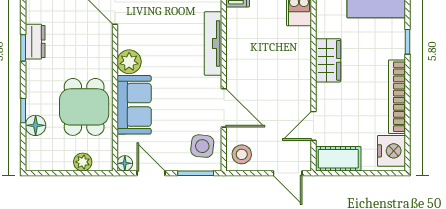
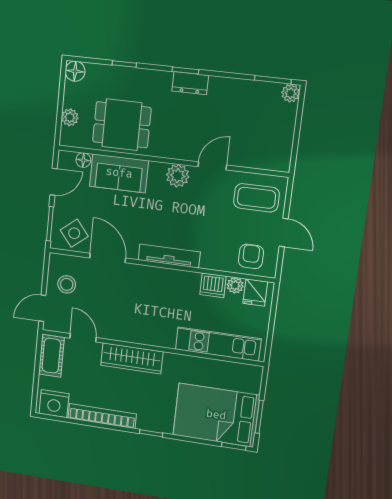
wardrobe: (328, 60) -> (132, 358), width x1.50
plant: (129, 62) -> (178, 176), moved
door: (224, 108) -> (108, 258), swing flipped
floor lamp: (36, 125) -> (75, 71), moved
side table: (202, 146) -> (74, 233), turned 45
stool: (242, 154) -> (67, 284), moved
floor lamp: (125, 163) -> (83, 160), moved

